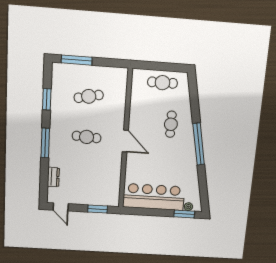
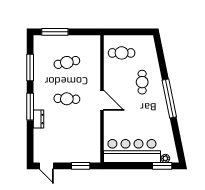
cafe table: (162, 83) -> (122, 53), moved
window: (47, 99) -> (30, 68), width x1.44
dresser: (53, 177) -> (39, 119), moved

